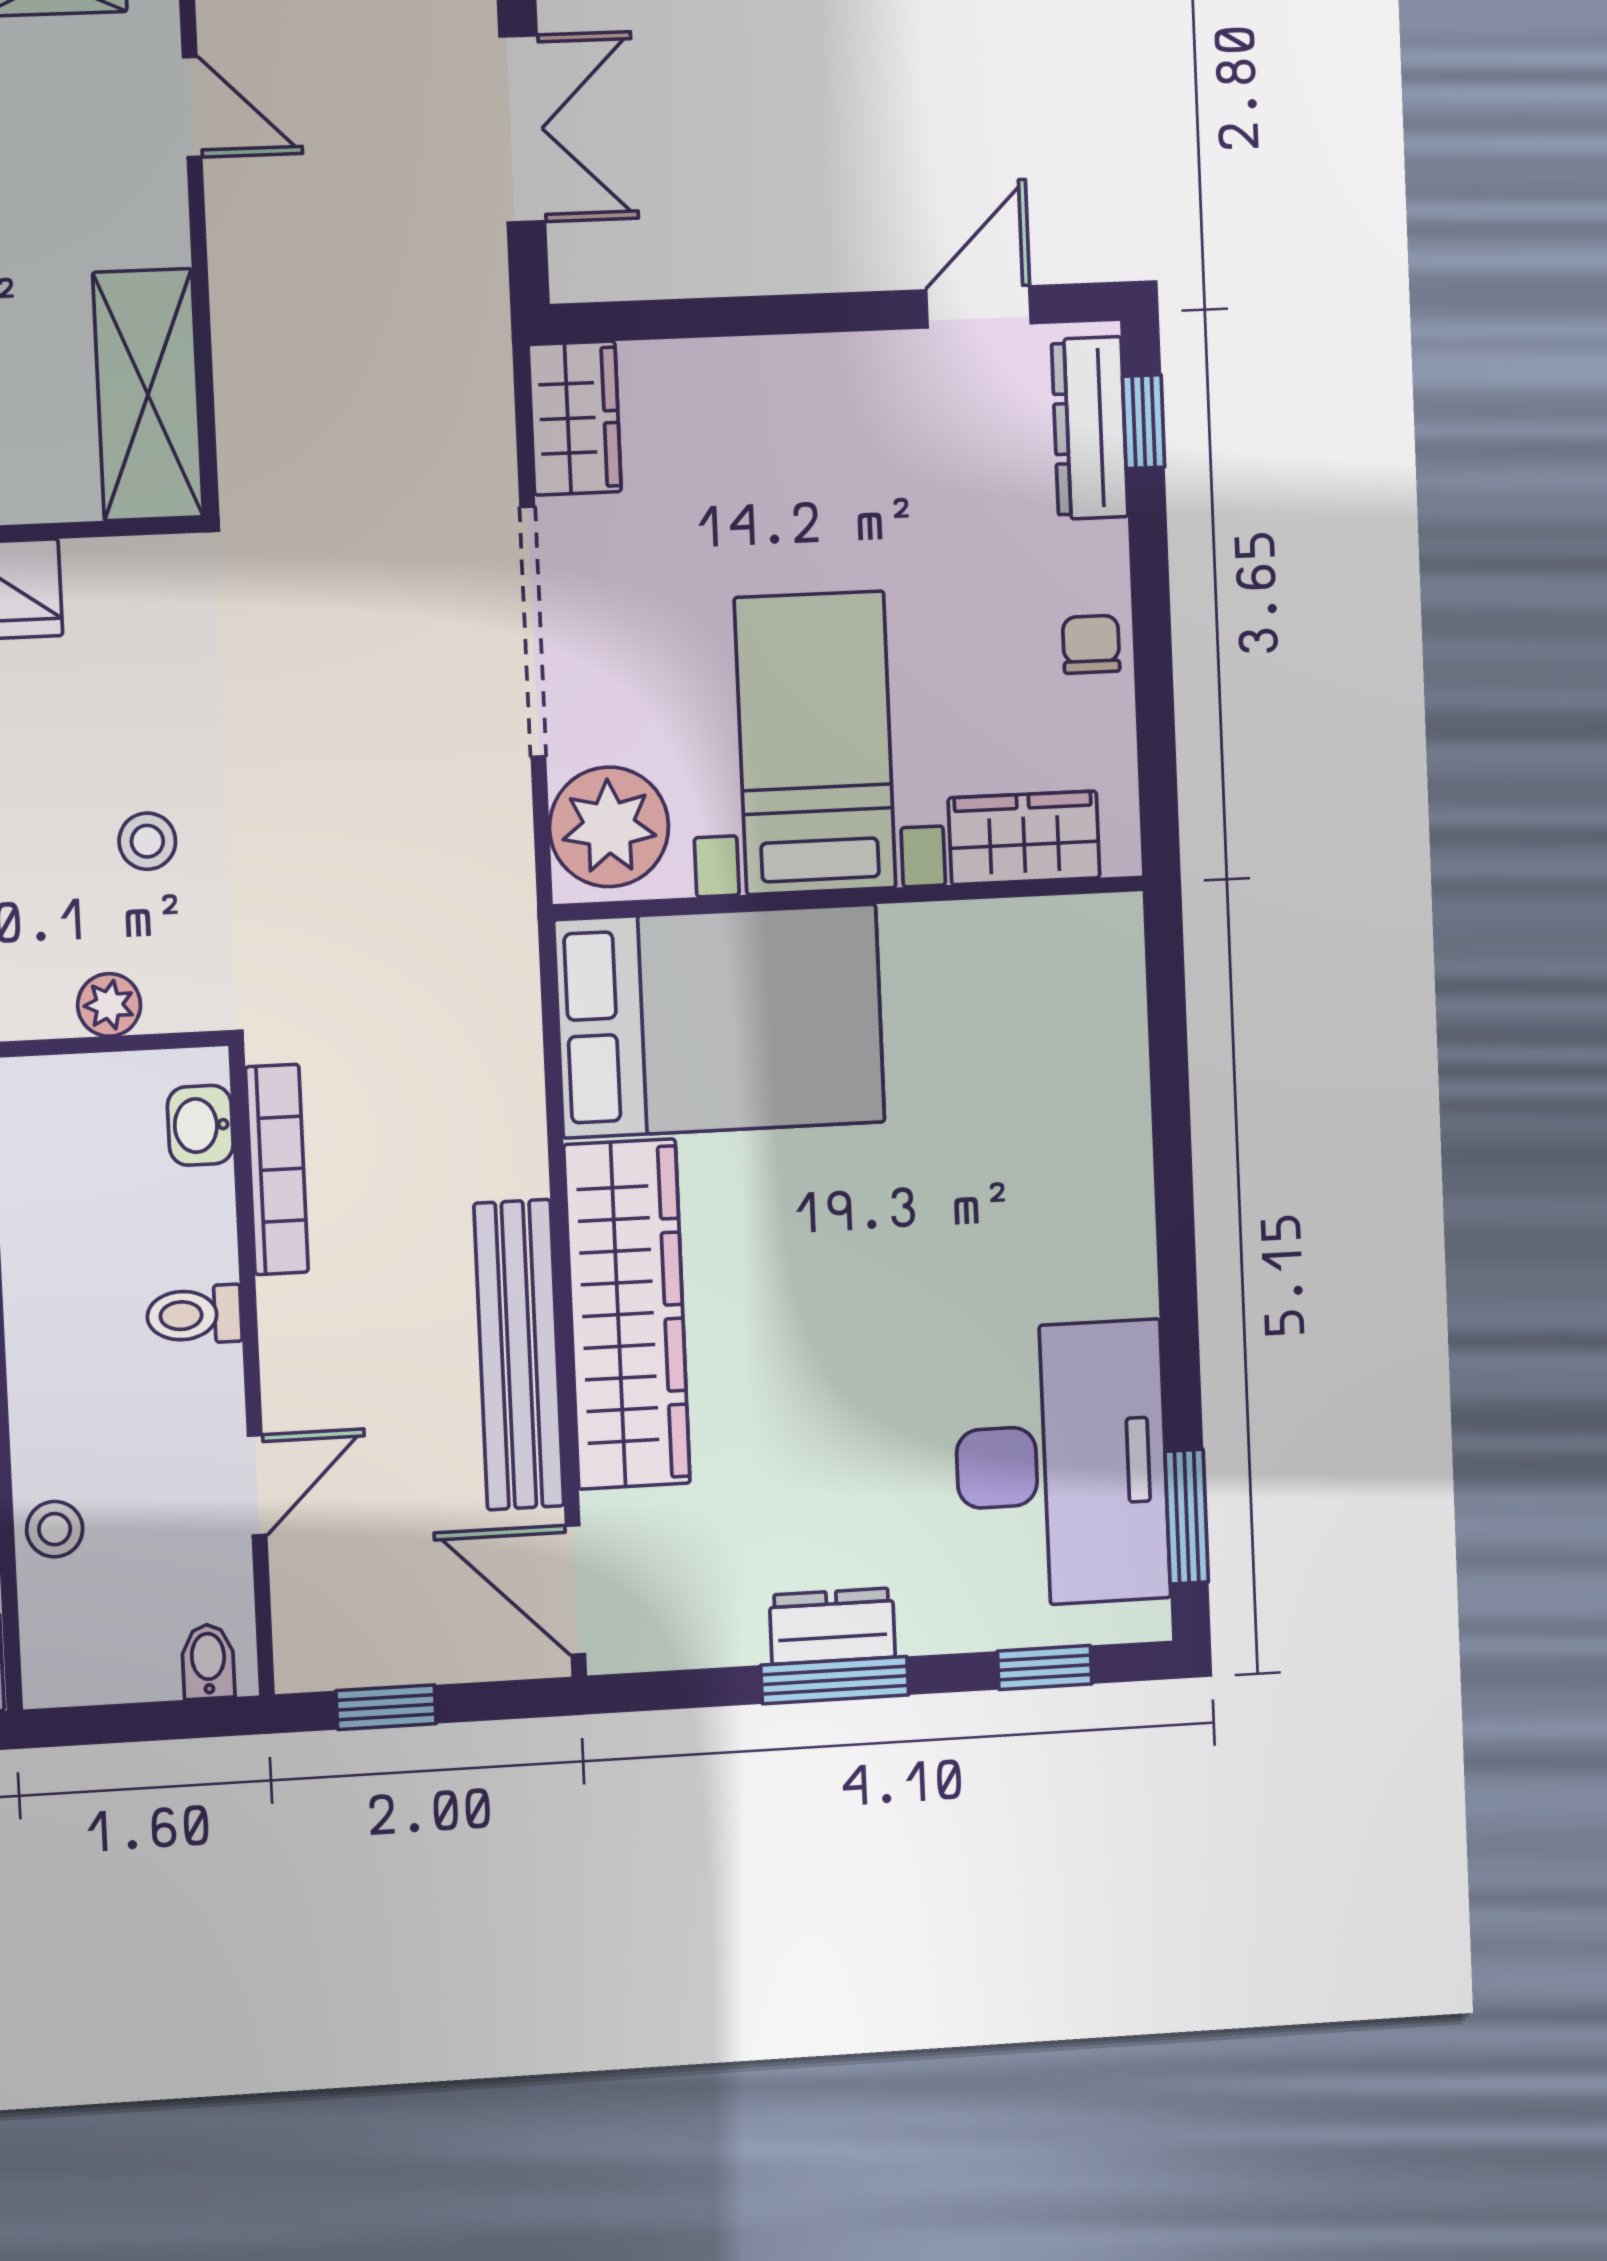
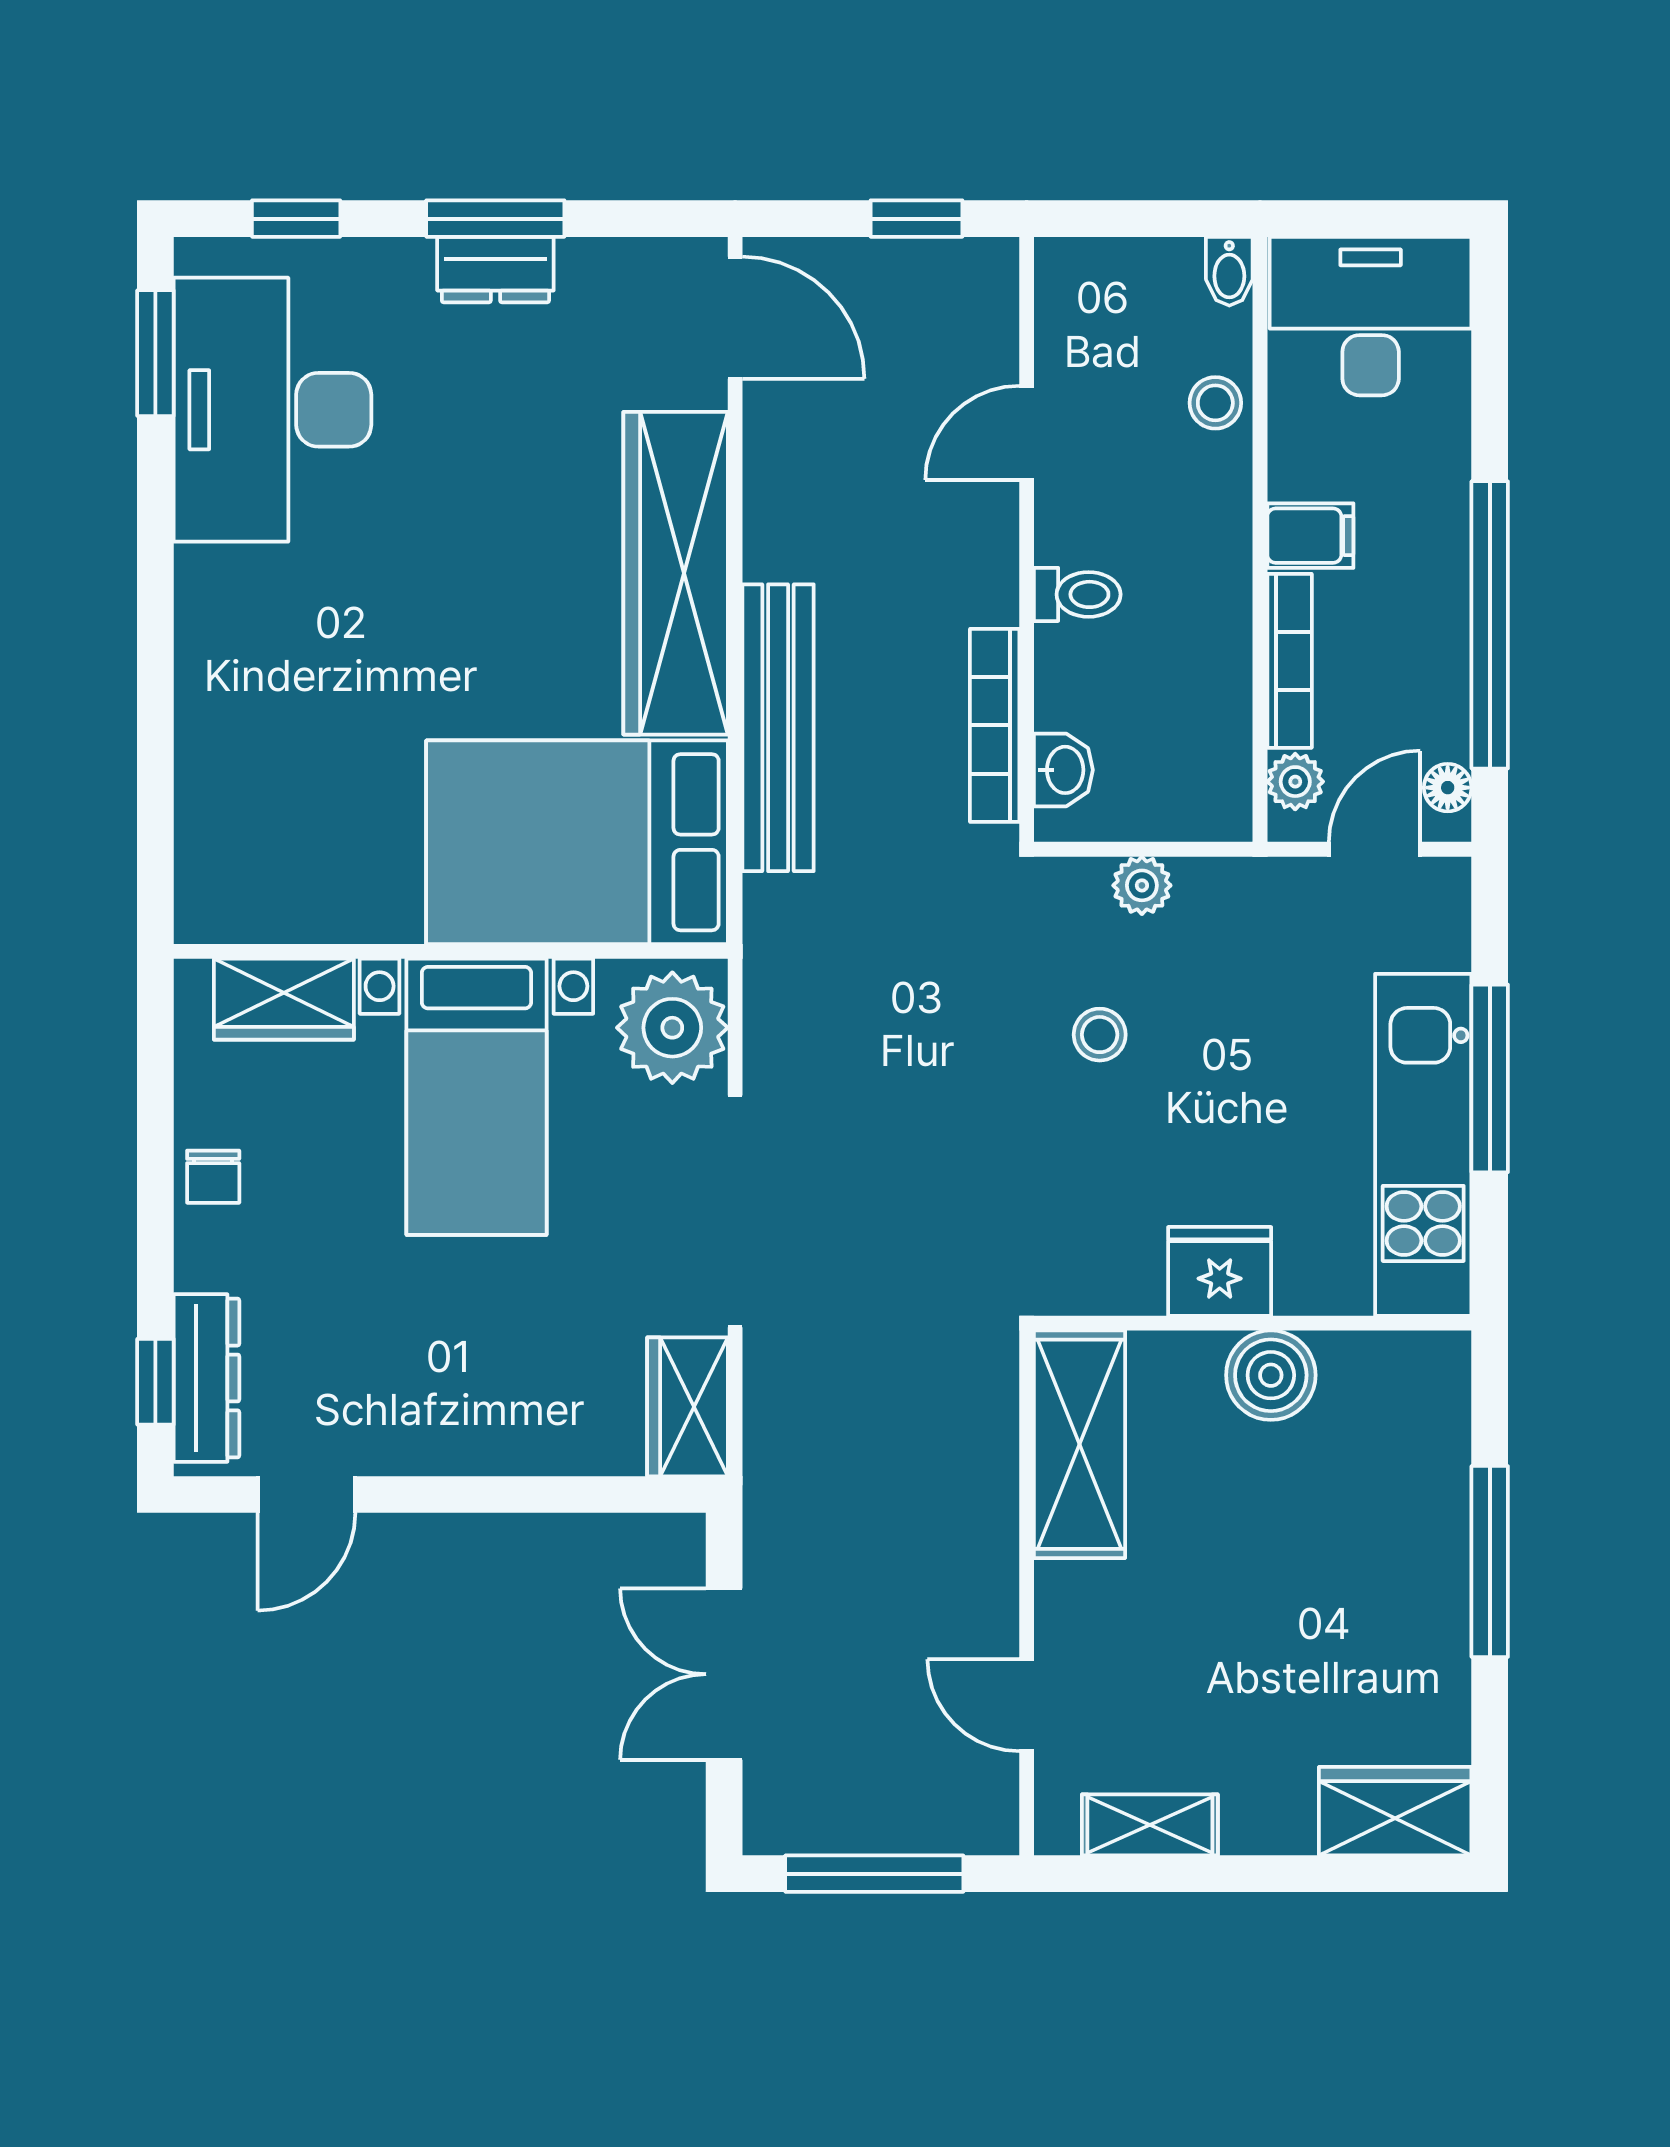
bench: (519, 1355) -> (778, 728), moved
bidet: (208, 1662) -> (1229, 271), moved

